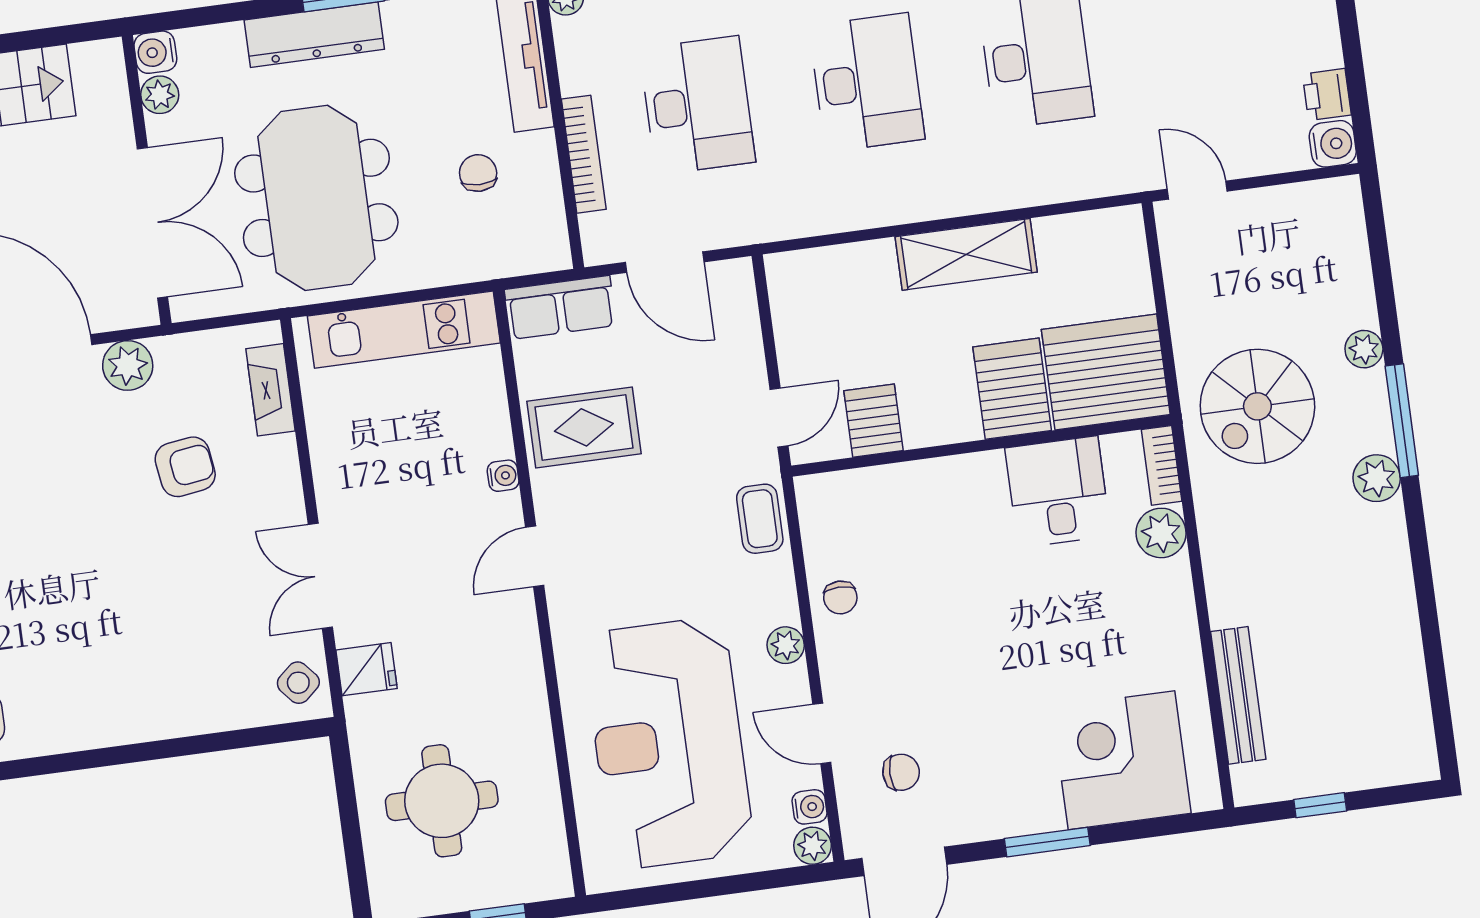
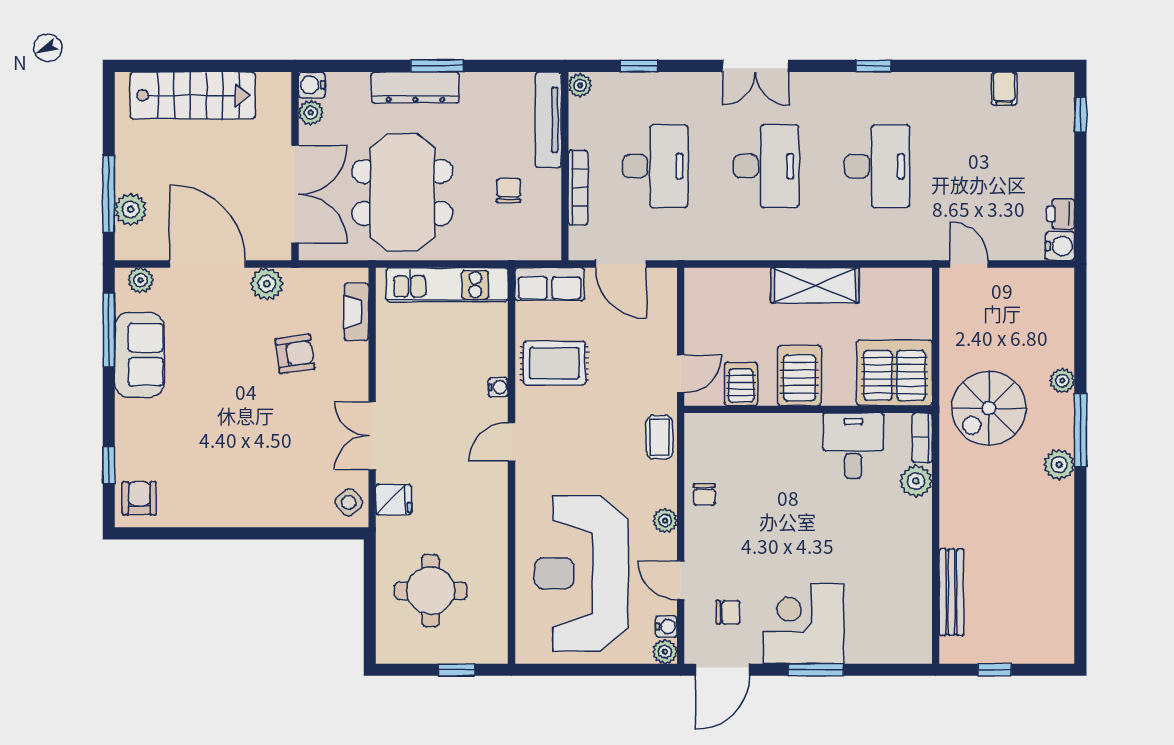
server rack: (1012, 389) -> (799, 376), moved
corner desk: (1121, 760) -> (804, 624), moved

